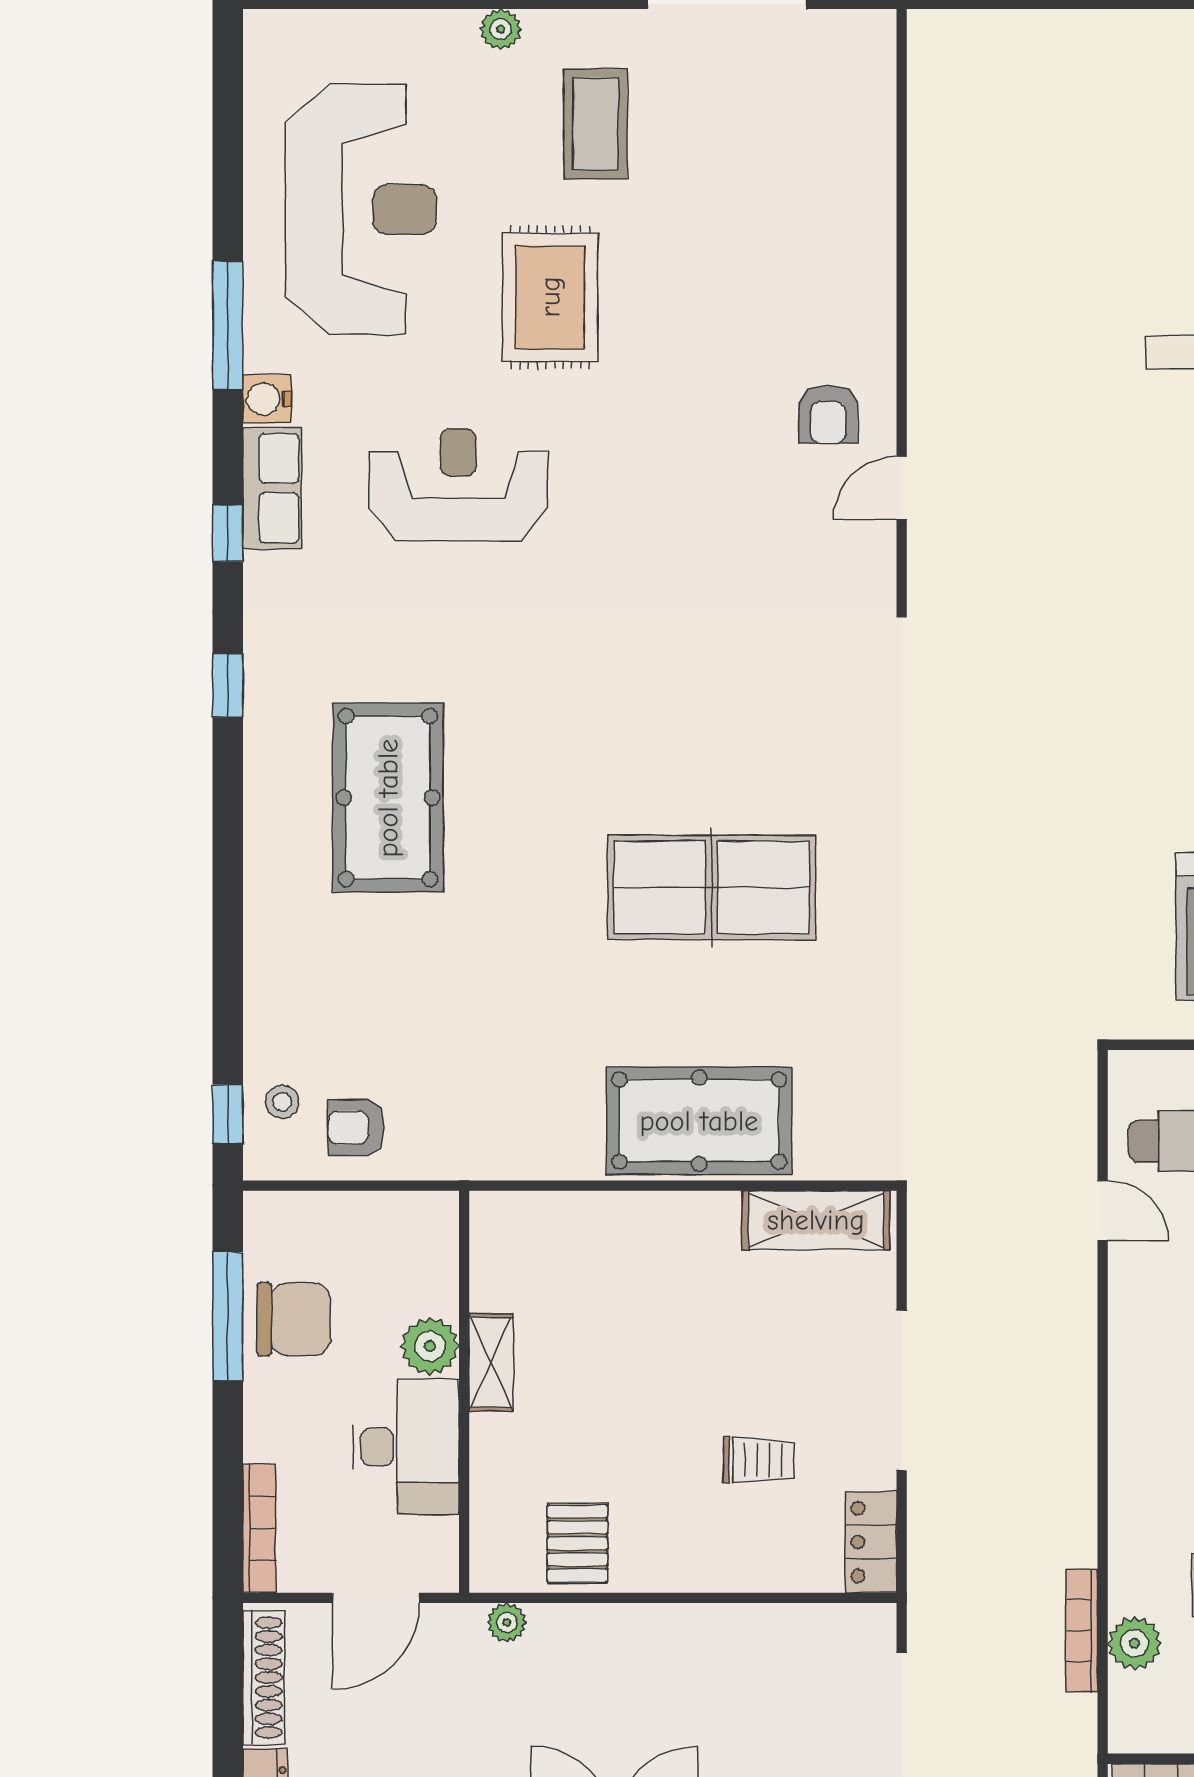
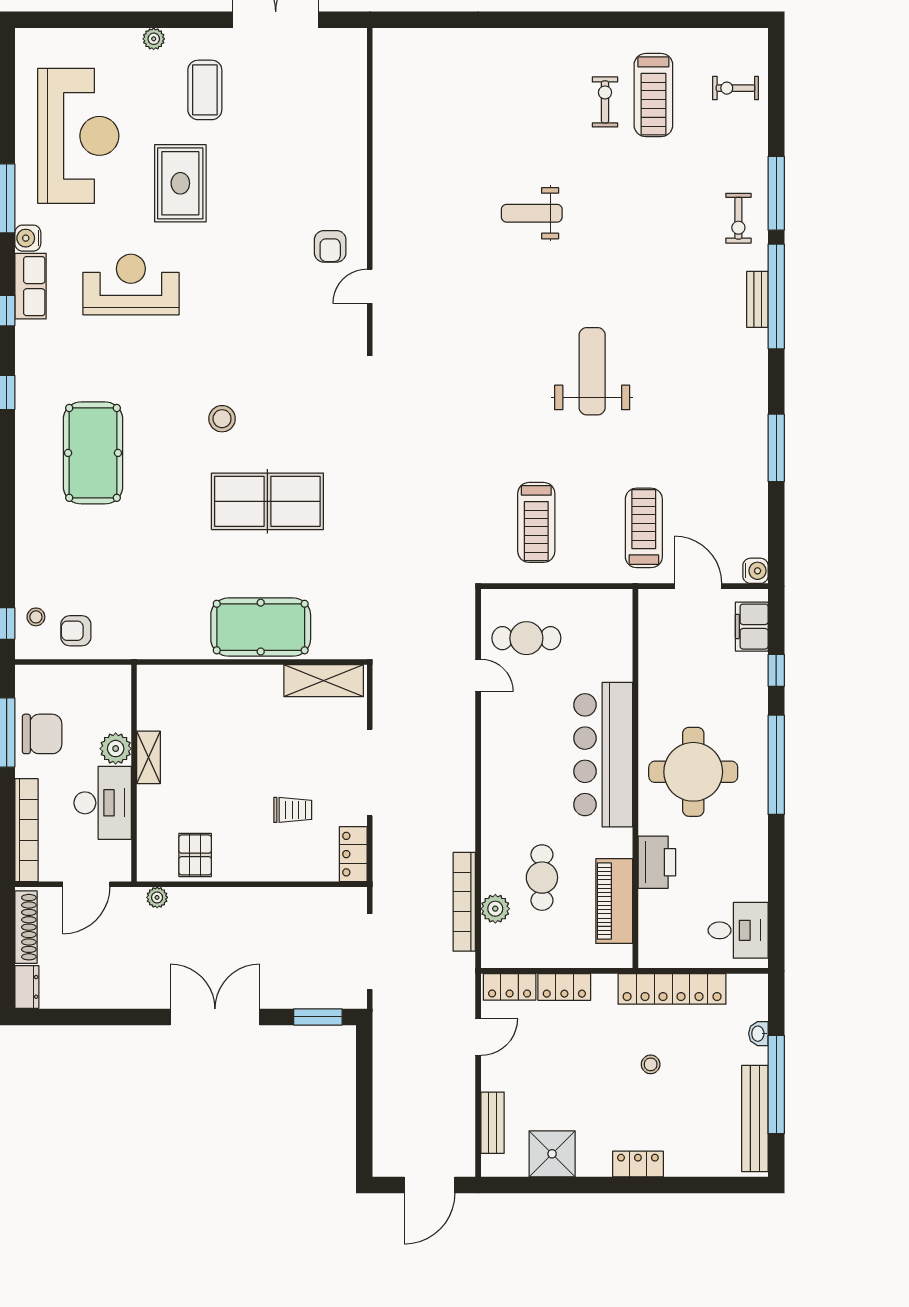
stool: (627, 734) -> (222, 419), added
bookcase: (259, 1528) -> (26, 830), width x1.48, depth x1.31
bookcase: (1082, 1631) -> (464, 902), width x1.48, depth x1.31

